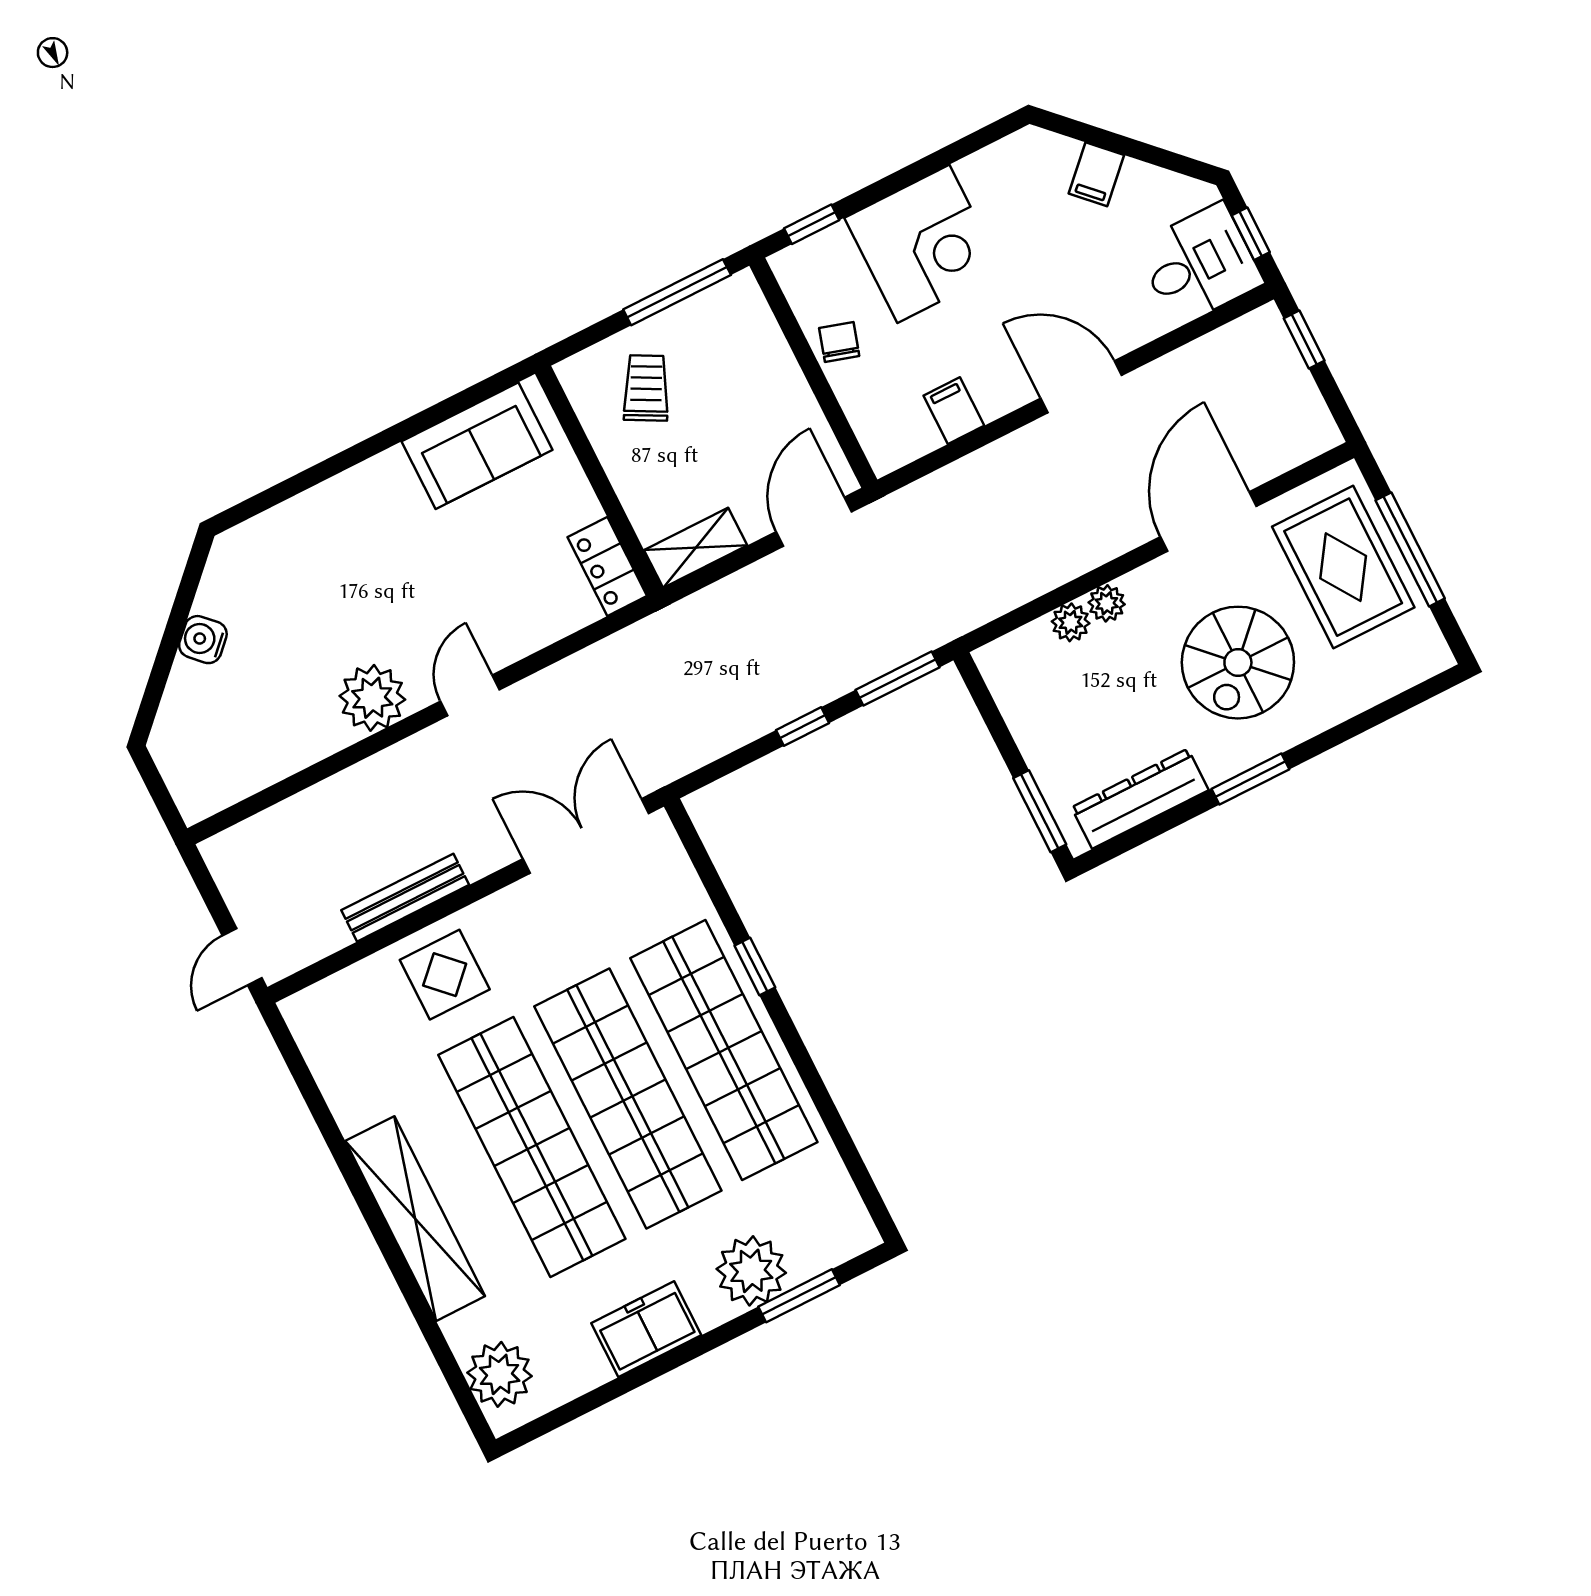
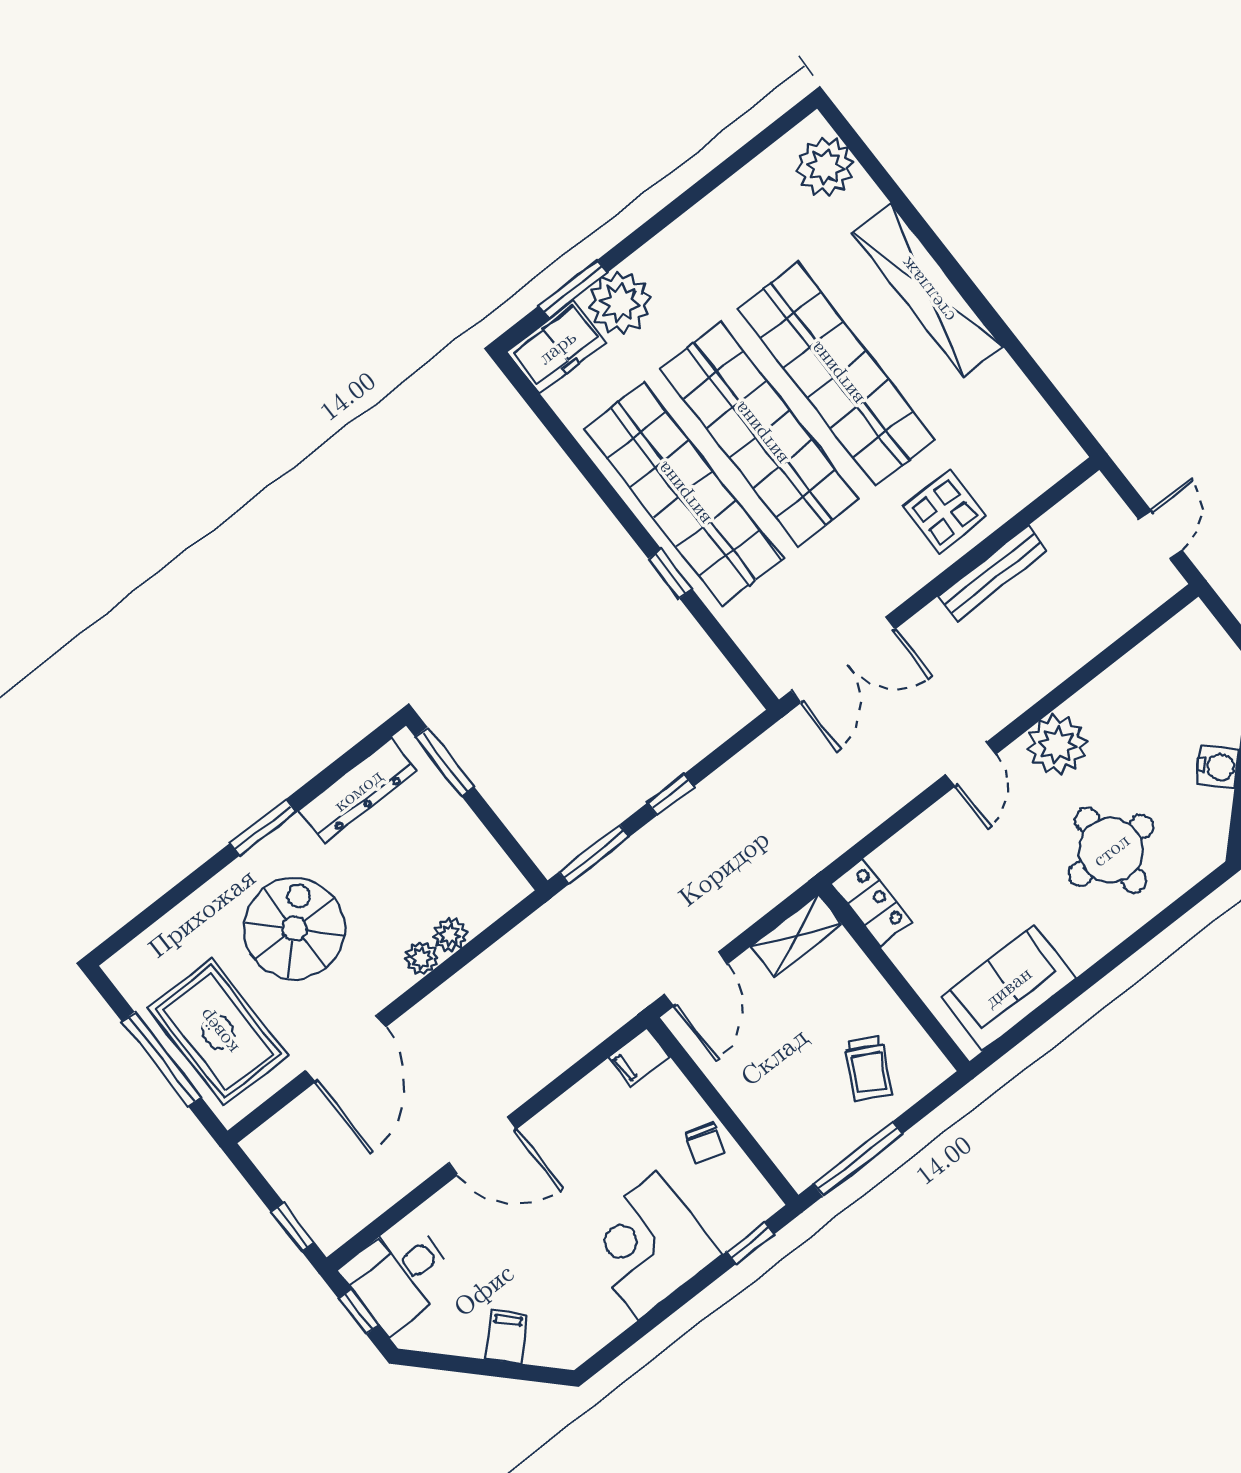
filing cabinet: (954, 411) -> (639, 1057), moved, turned 90
round table: (337, 572) -> (1111, 850), added
door: (242, 957) -> (1160, 535), moved
freezer: (646, 1329) -> (557, 347), moved

